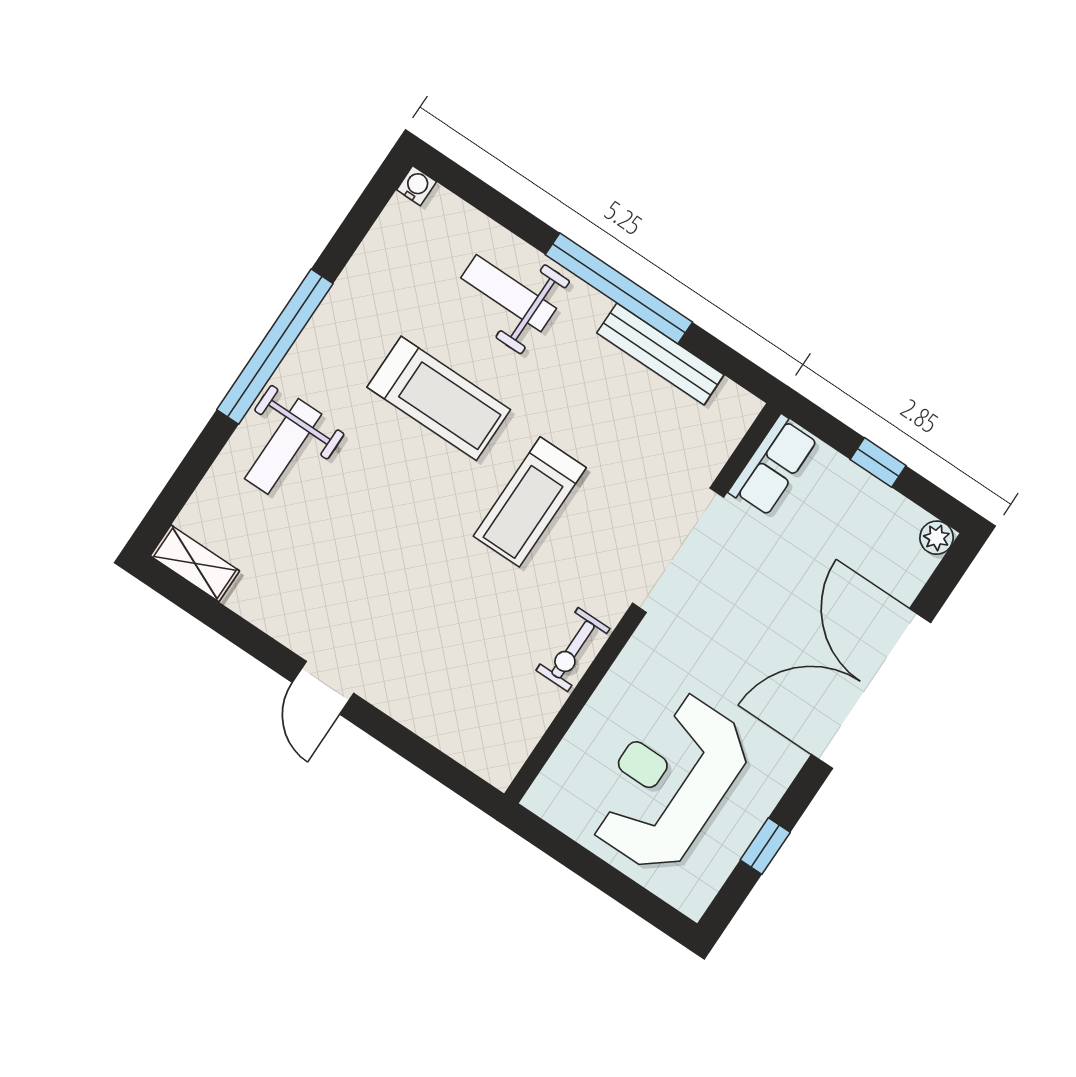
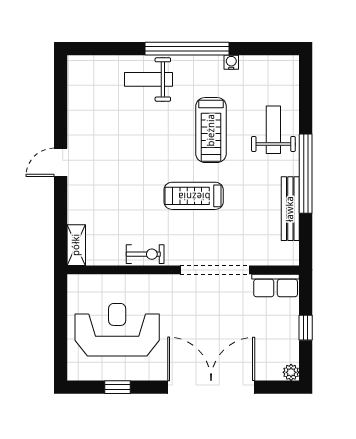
water cooler: (416, 186) -> (231, 62), moved, turned -90
shelving: (195, 563) -> (76, 245), moved
exercise bike: (573, 649) -> (145, 254), turned 180

